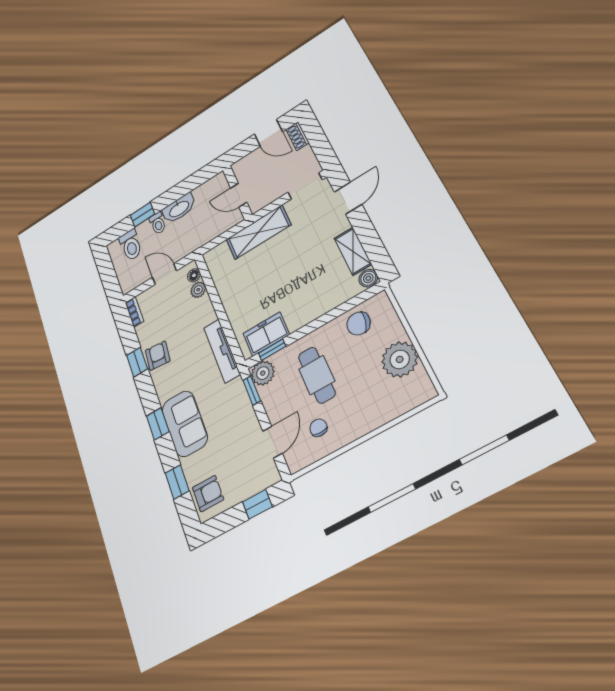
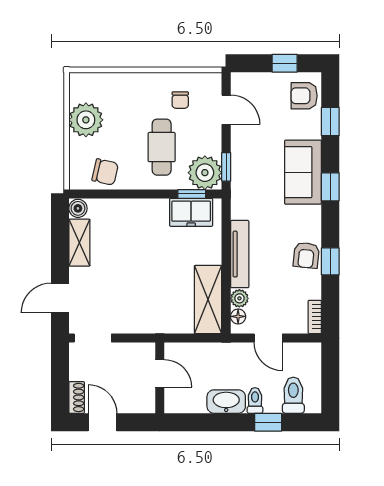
shelving: (258, 232) -> (208, 299), moved, turned 90
tv unit: (222, 351) -> (240, 254), moved
plant: (263, 373) -> (205, 173), width x1.36, depth x1.36
door: (272, 442) -> (226, 110), swing flipped
window: (257, 504) -> (285, 63), moved

